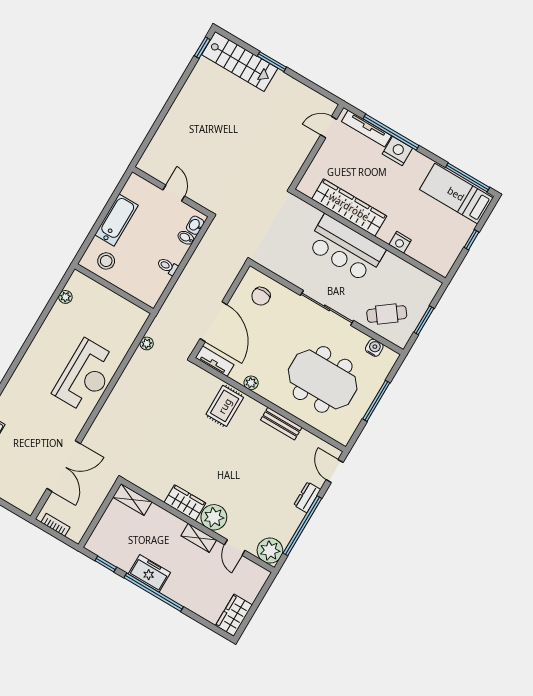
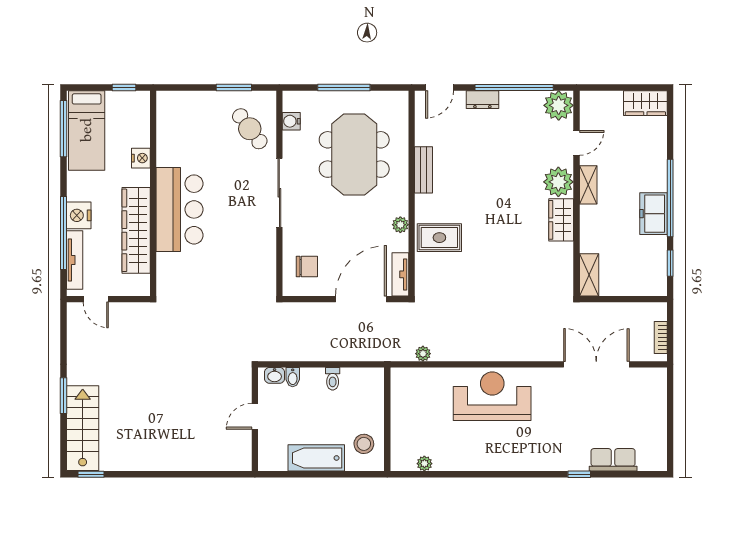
wardrobe: (349, 207) -> (136, 230), moved
wall: (369, 236) -> (153, 193), moved
nightstand: (400, 242) -> (141, 158), moved
bar counter: (346, 248) -> (180, 209), moved

